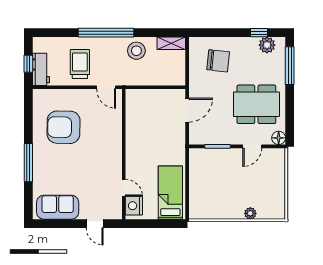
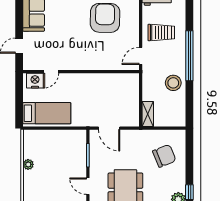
shelving: (171, 43) -> (148, 114), moved
chair: (218, 61) -> (164, 156), turned -118
door: (187, 110) -> (109, 128), moved
plant: (250, 213) -> (28, 164), moved

